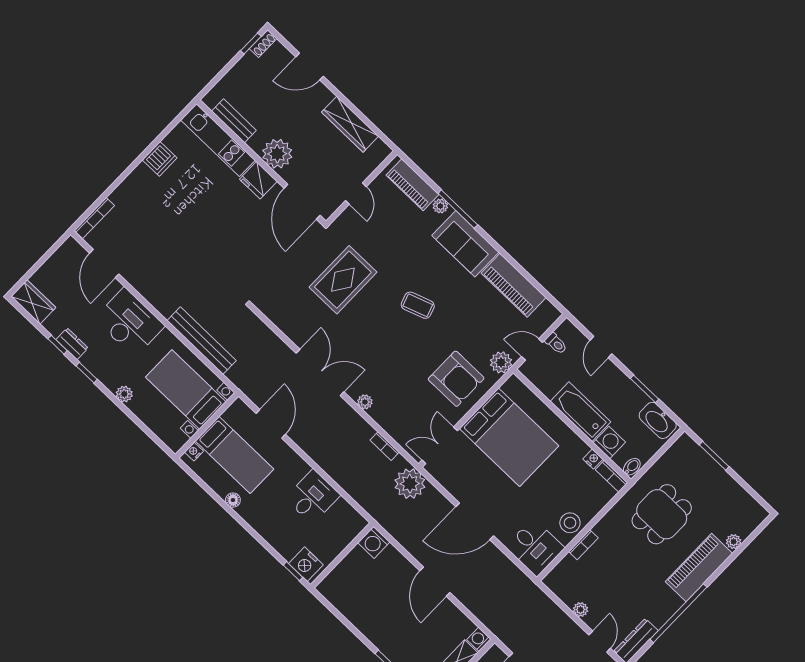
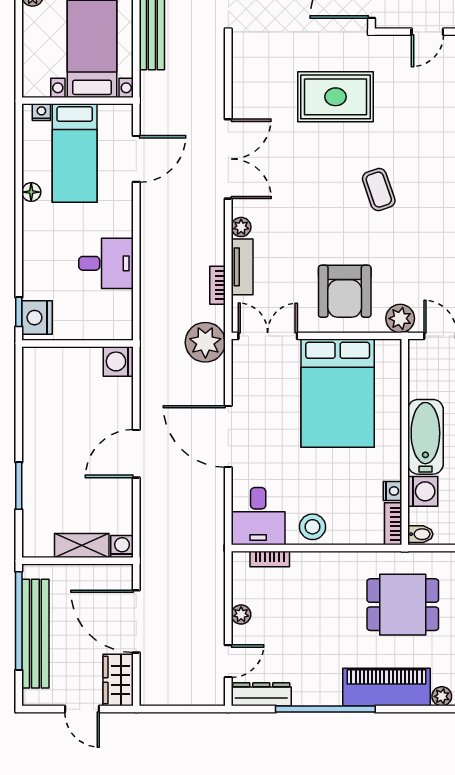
tv unit: (388, 423) -> (242, 267), added
bookcase: (583, 545) -> (270, 559), moved

